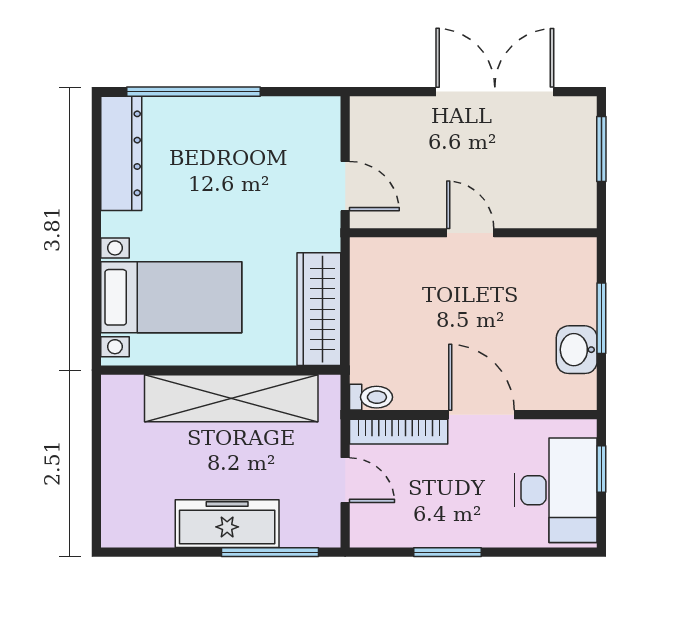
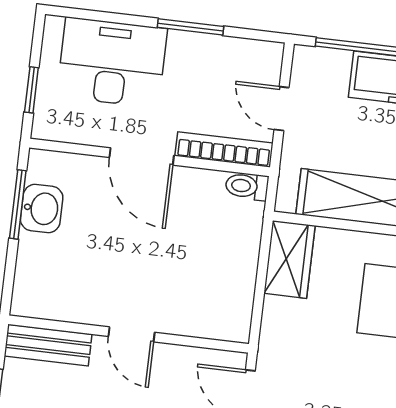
bench: (554, 212) -> (48, 345), added
wardrobe: (319, 309) -> (289, 259), width x0.67
window: (601, 318) -> (18, 204), moved
desk: (556, 490) -> (112, 63), moved, turned 90

